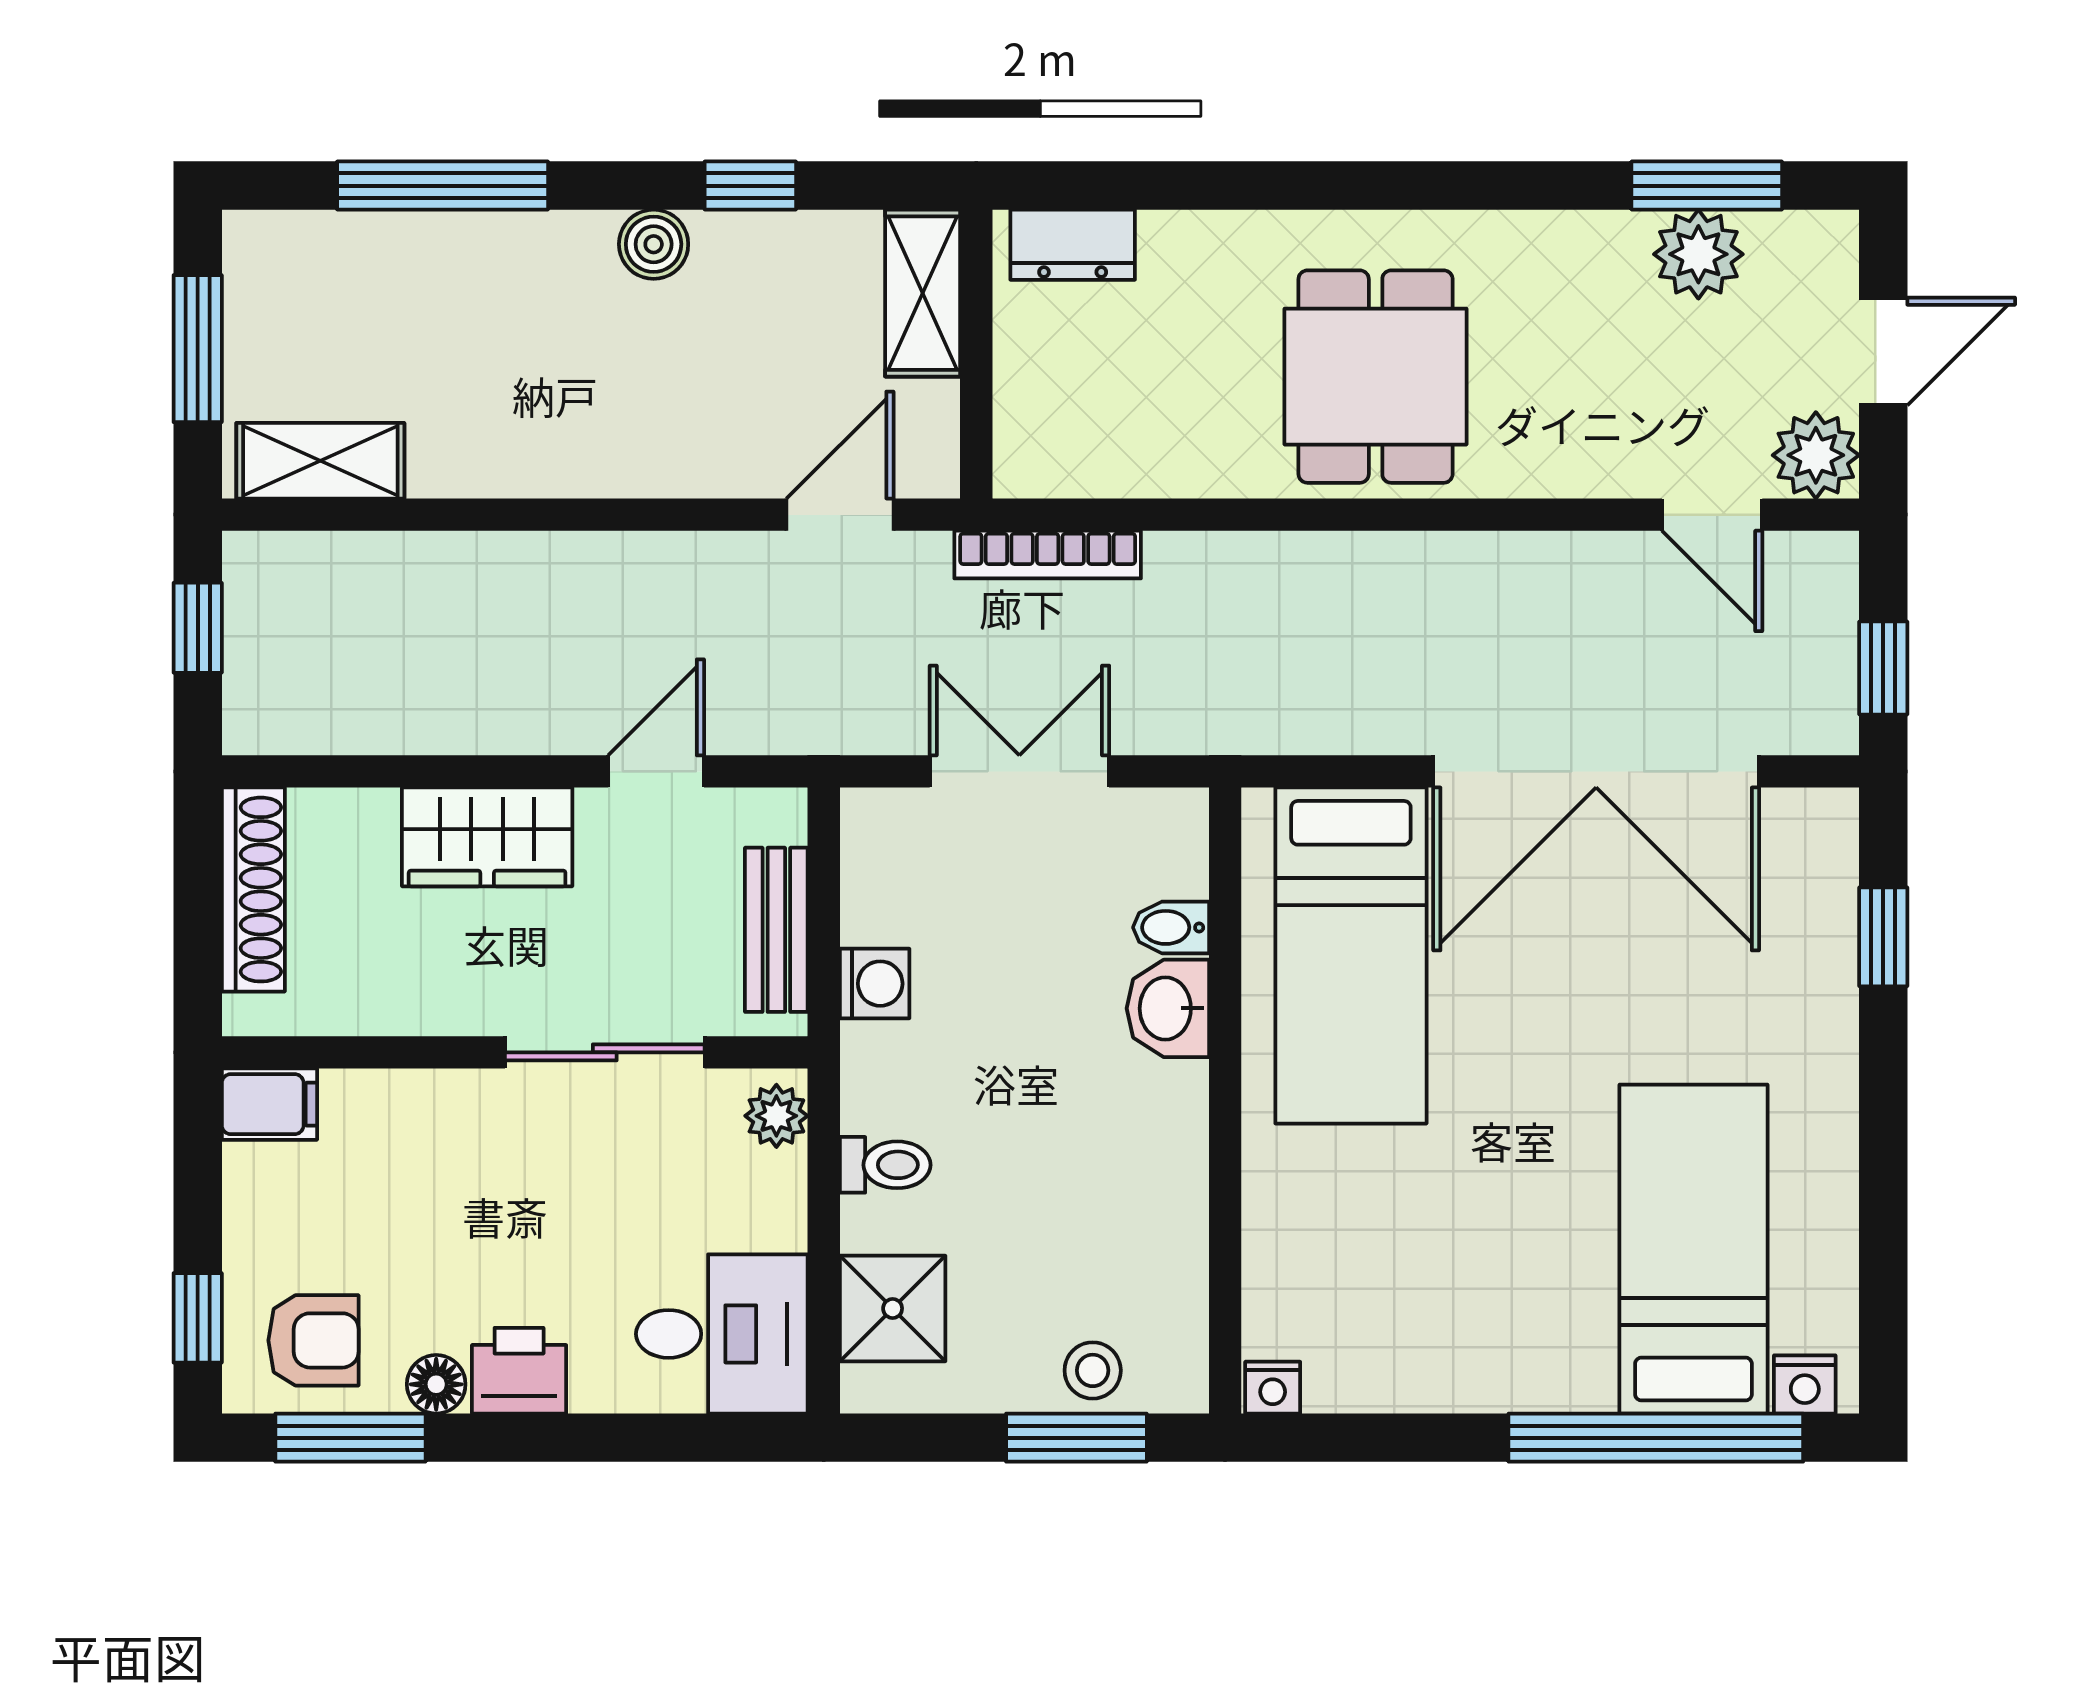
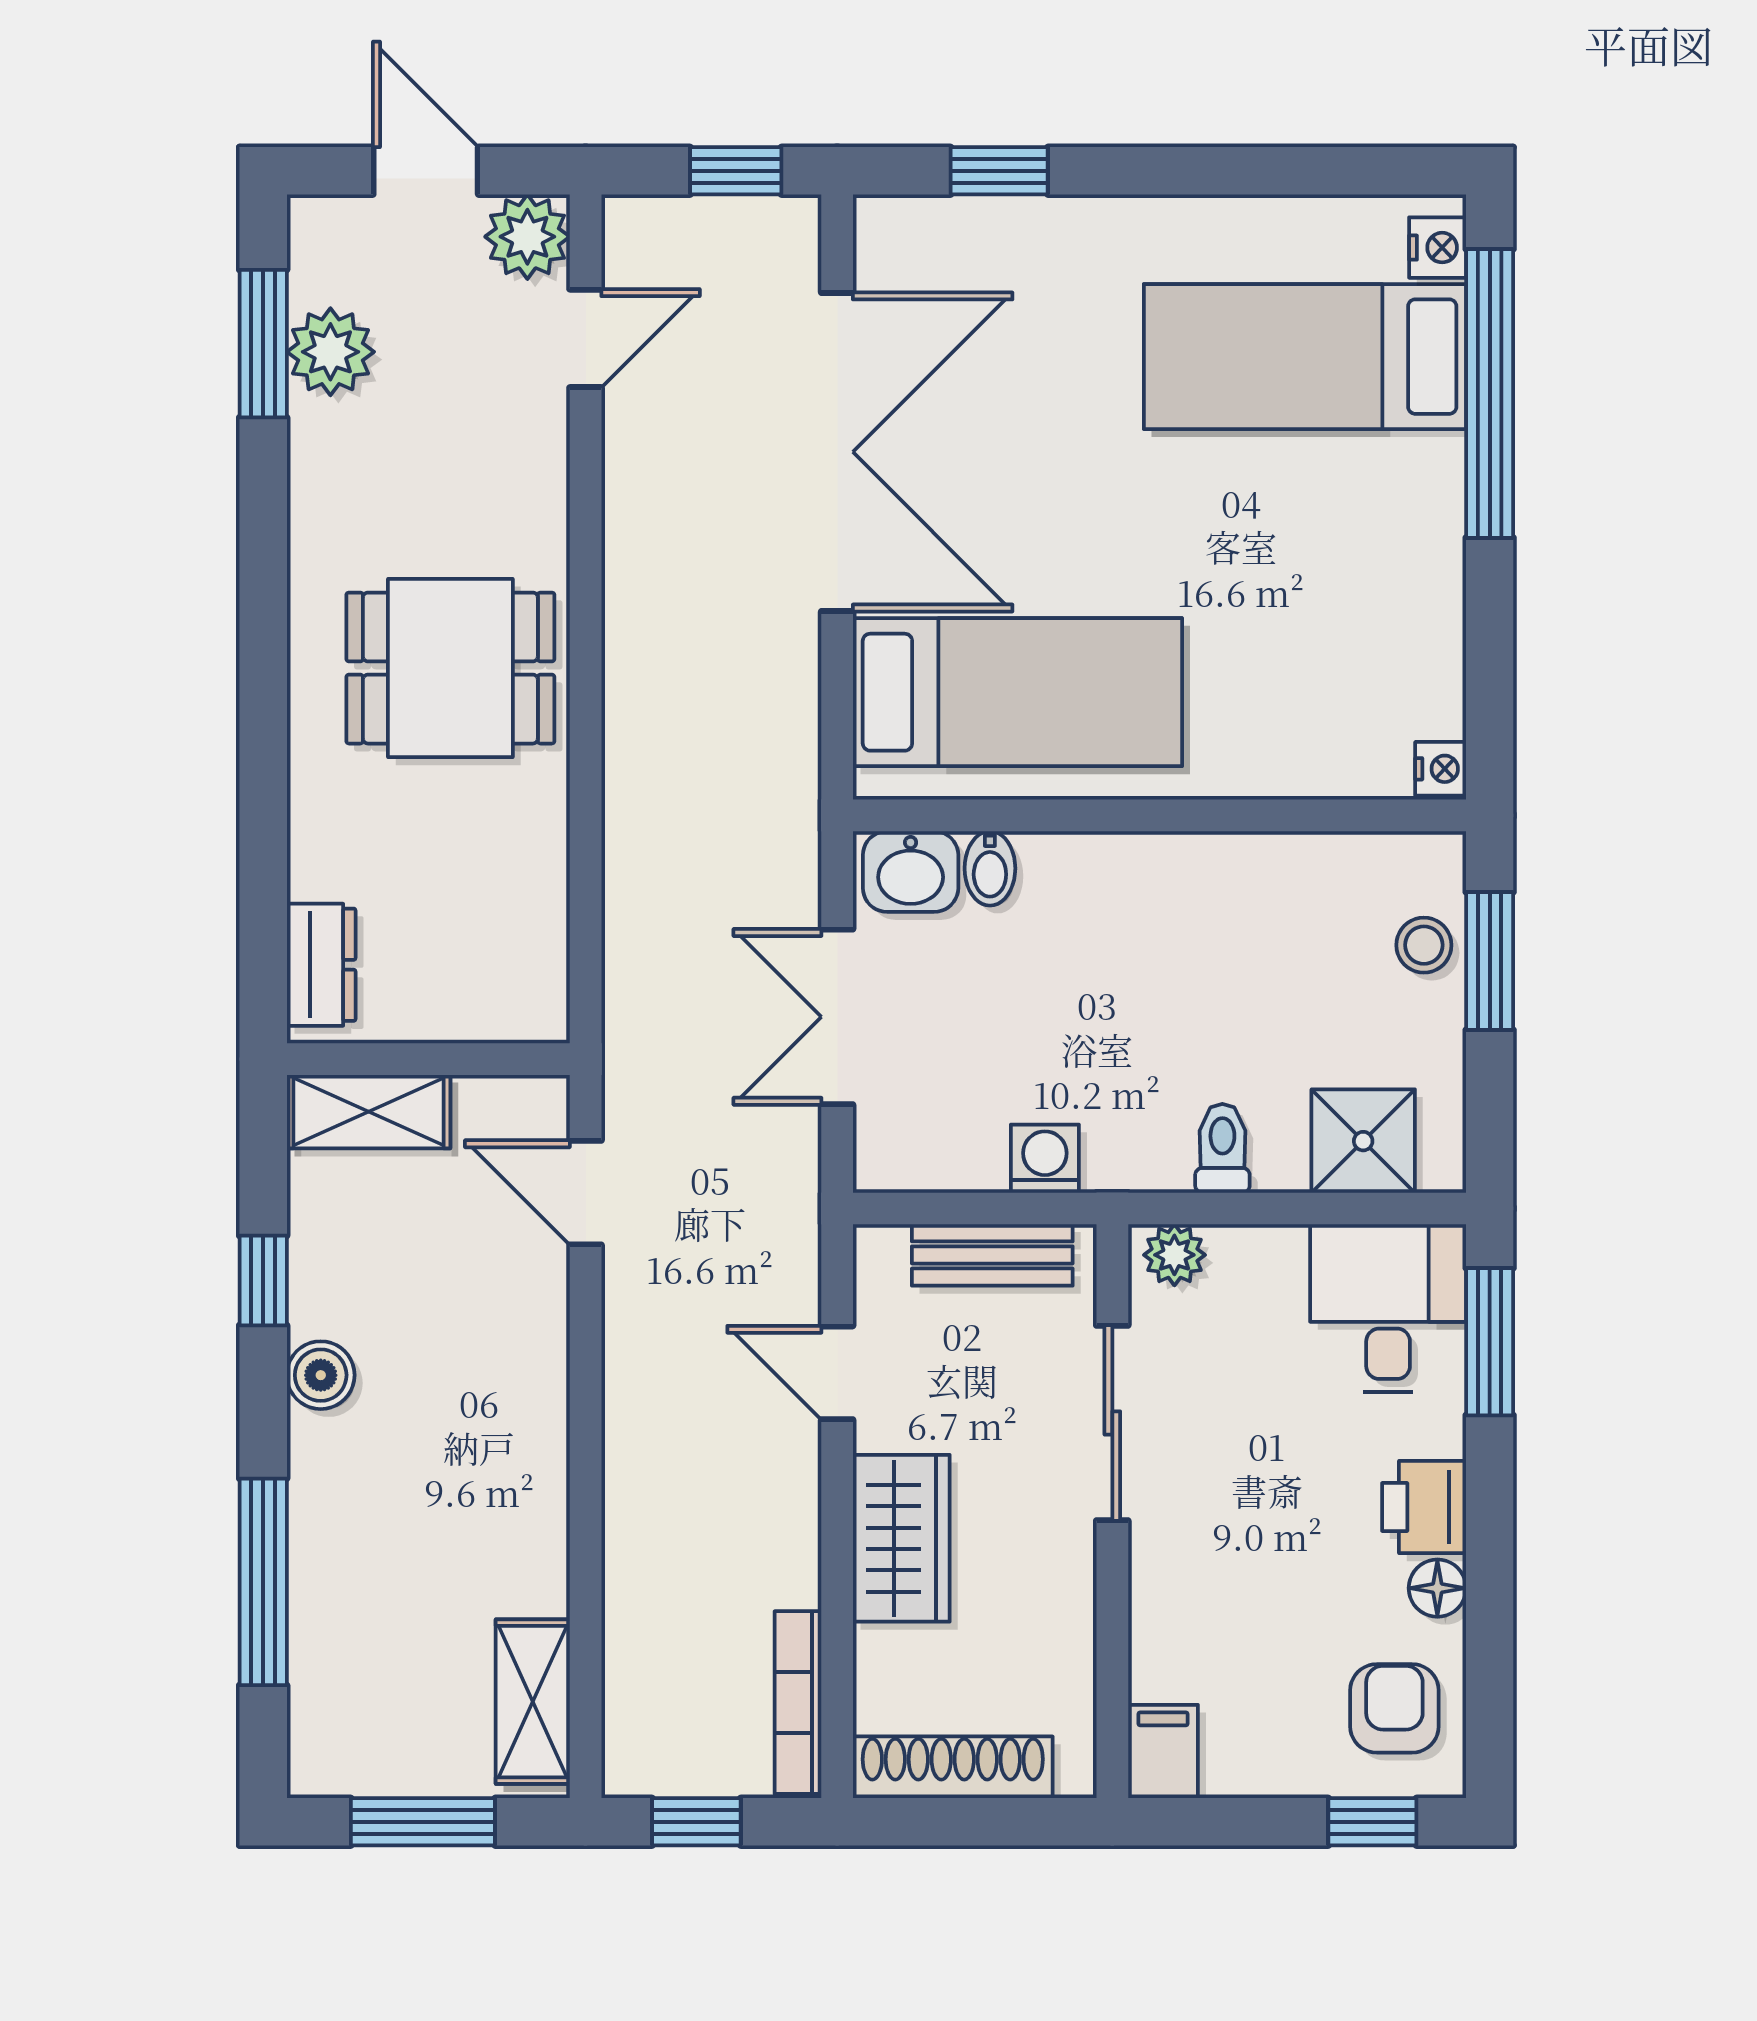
bookcase: (1048, 555) -> (798, 1703), moved, turned 180
washbasin: (1168, 1008) -> (911, 872), moved
window: (350, 1438) -> (1490, 1342), moved

